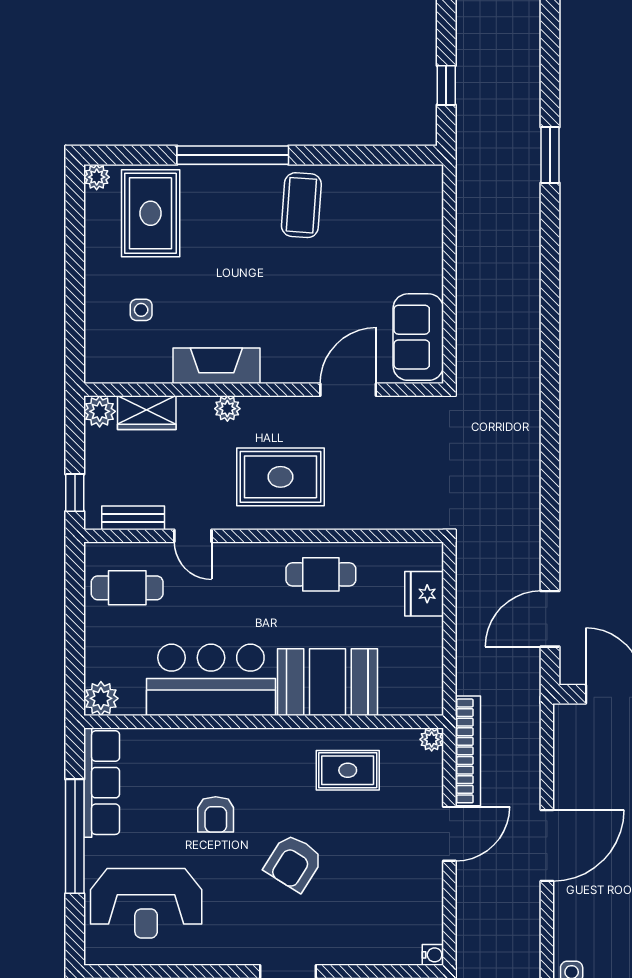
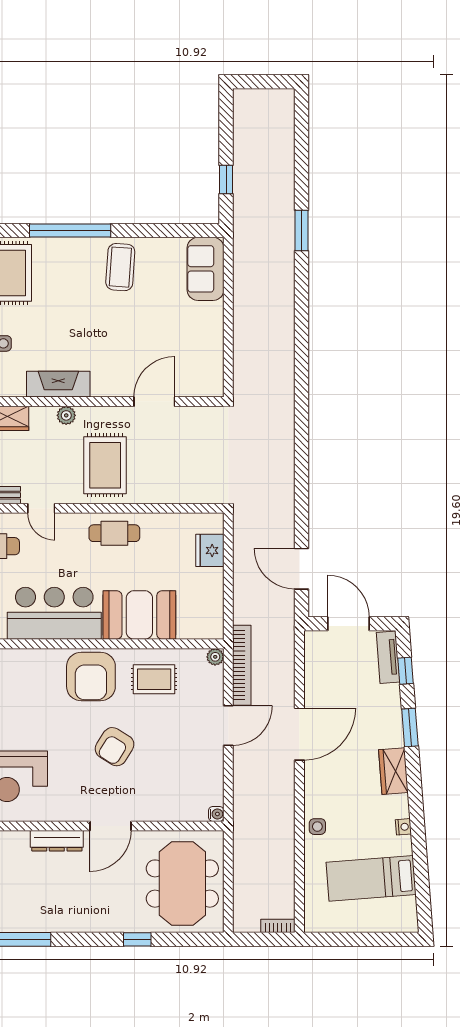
sofa: (418, 337) -> (205, 269), moved
rug: (281, 477) -> (105, 465), turned 90
cafe table: (321, 574) -> (114, 533), moved
door: (550, 619) -> (302, 569), hinge flipped
armchair: (216, 814) -> (91, 676), moved, width x1.88, depth x1.88

